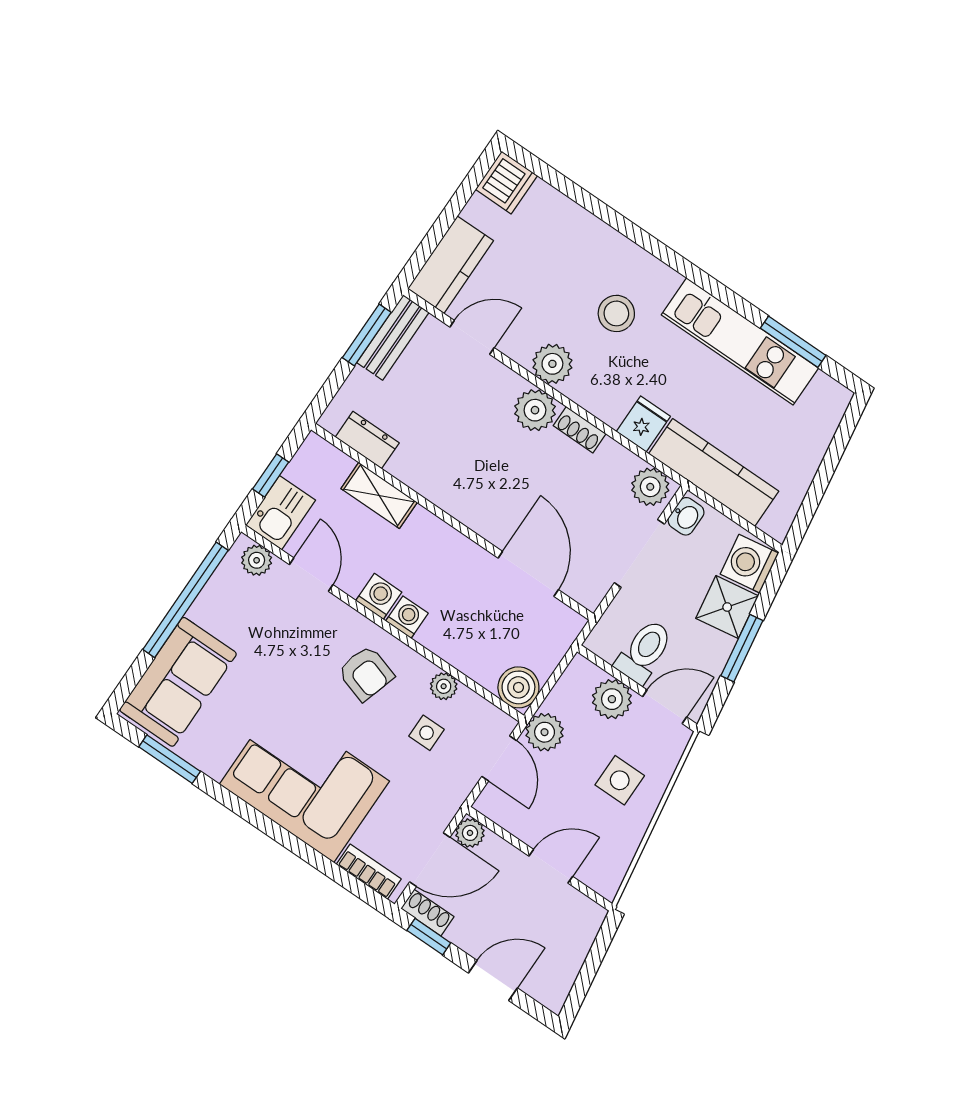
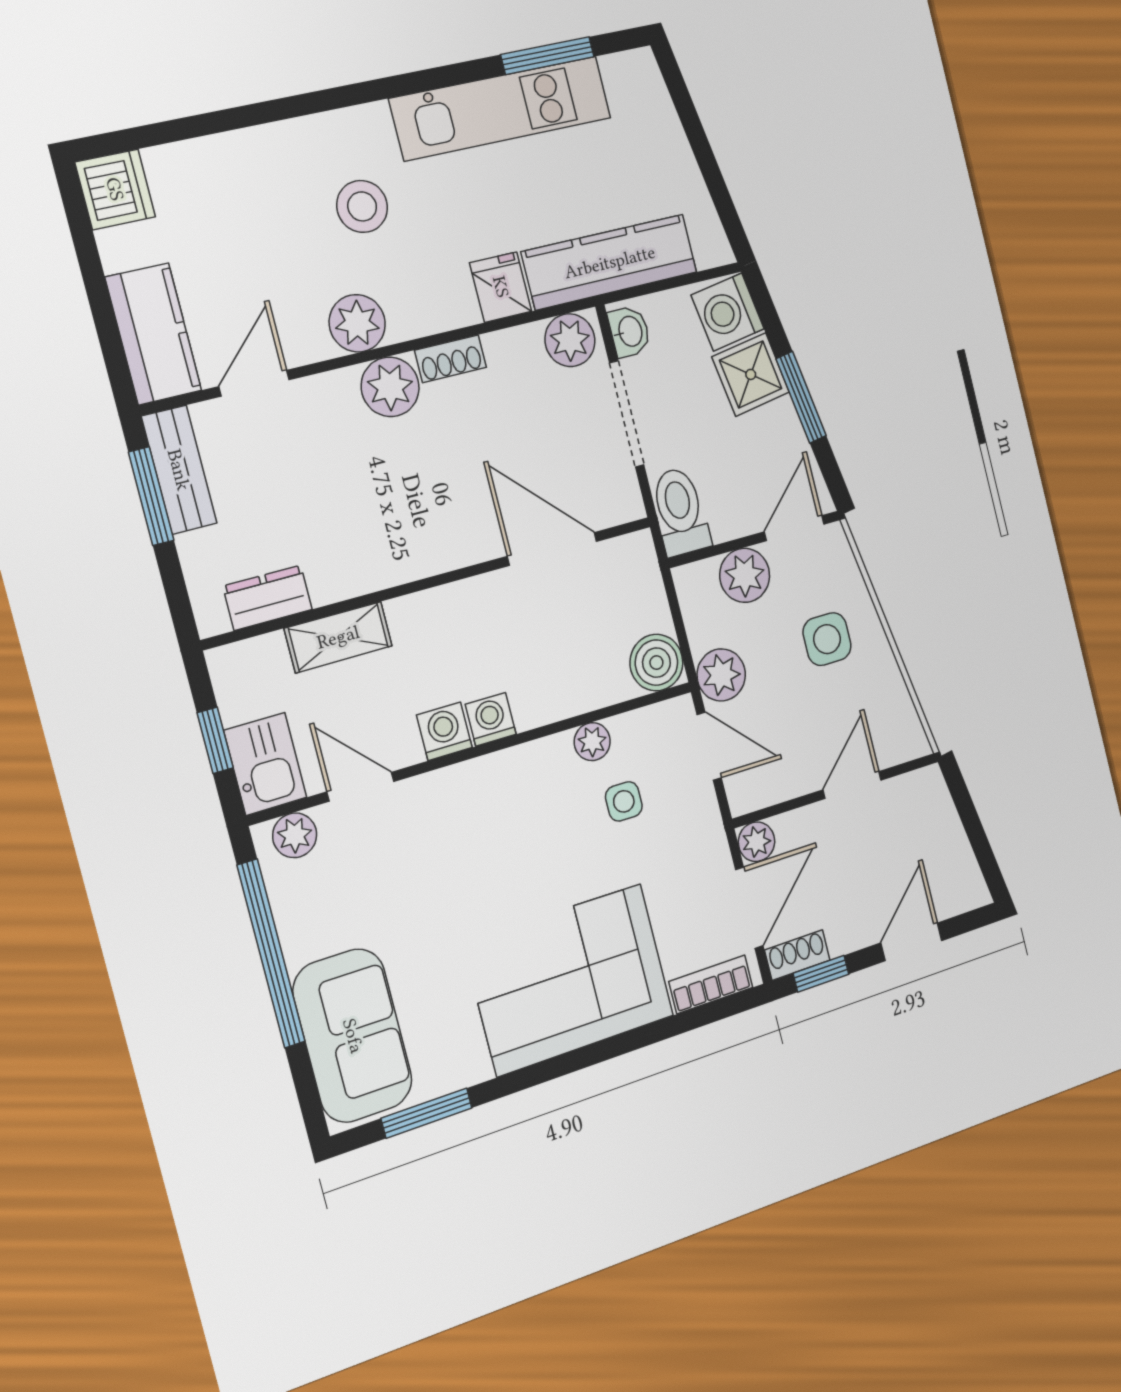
toilet: (644, 651) -> (680, 512), moved
armchair: (366, 673) -> (512, 815), removed

